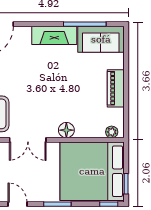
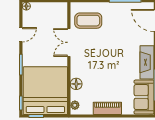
floor lamp: (66, 130) -> (76, 84), moved

